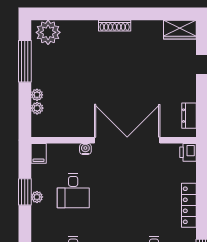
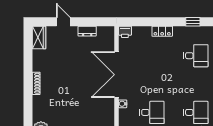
dresser: (189, 116) -> (87, 31), moved
locker: (189, 205) -> (162, 31), width x0.66

